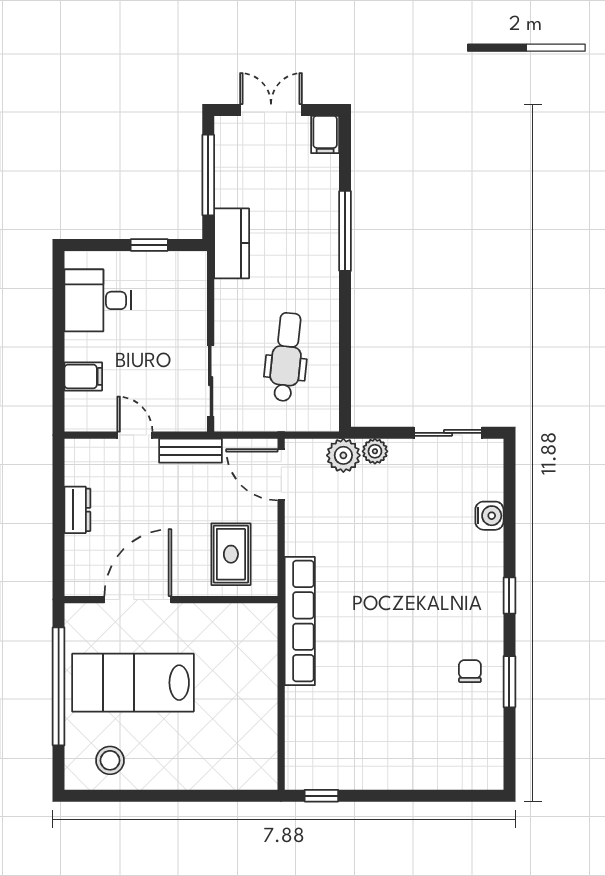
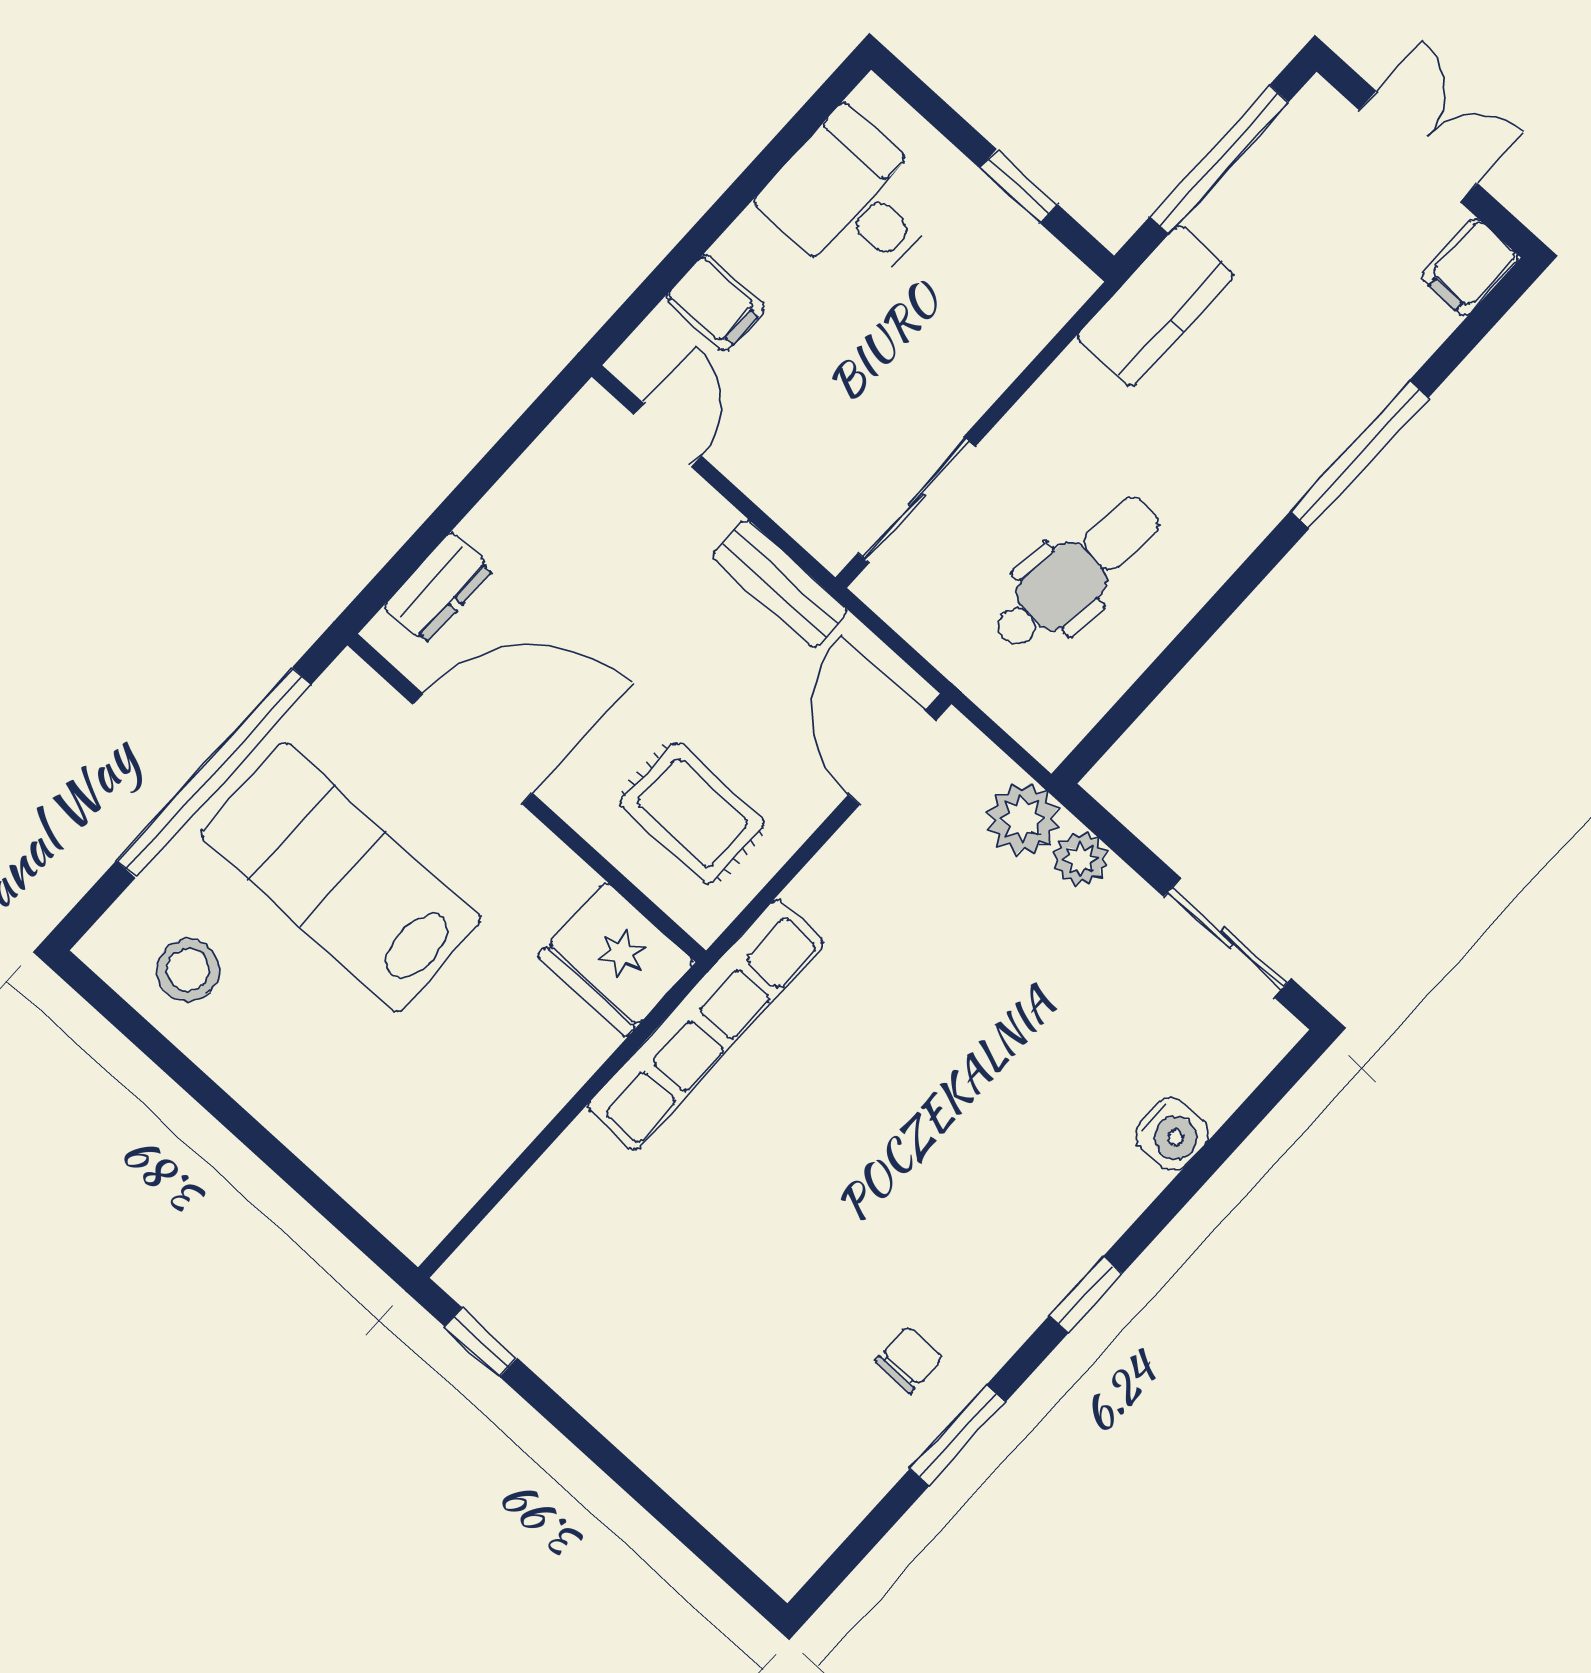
door: (135, 435) -> (667, 435), moved
dresser: (77, 510) -> (438, 588), moved
rug: (231, 554) -> (692, 813), turned 90
fridge: (250, 626) -> (616, 959), added

